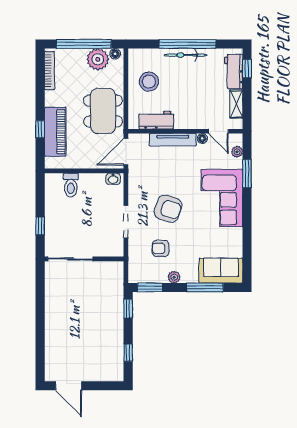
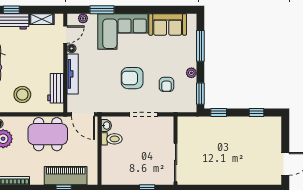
toilet: (71, 185) -> (112, 139), moved
armchair: (168, 209) -> (132, 78), turned -108
sofa: (221, 271) -> (168, 24), moved, turned -90

